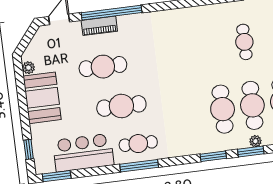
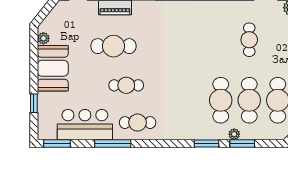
cafe table: (121, 106) -> (126, 85), width x0.73, depth x0.74
plant: (255, 141) -> (234, 134), moved
window: (29, 149) -> (34, 103), moved
window: (139, 166) -> (113, 143), moved

